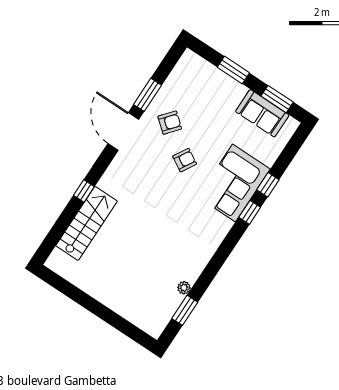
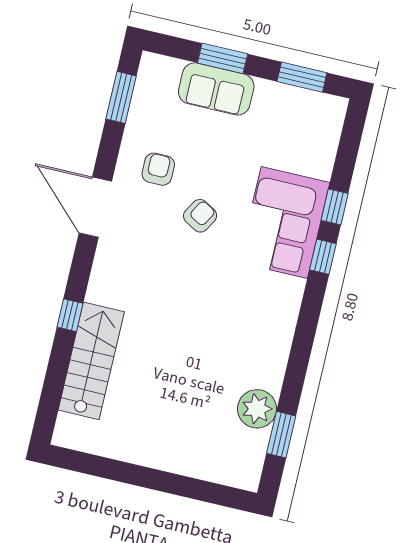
window: (148, 95) -> (121, 97), moved
sofa: (262, 113) -> (216, 89), moved
armchair: (170, 123) -> (158, 169), turned -40
plant: (184, 288) -> (257, 409), width x1.88, depth x1.88

